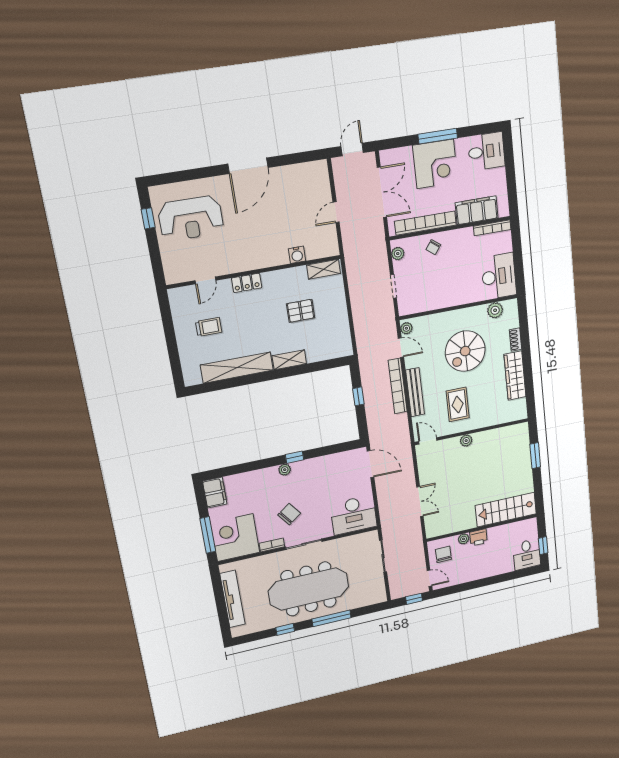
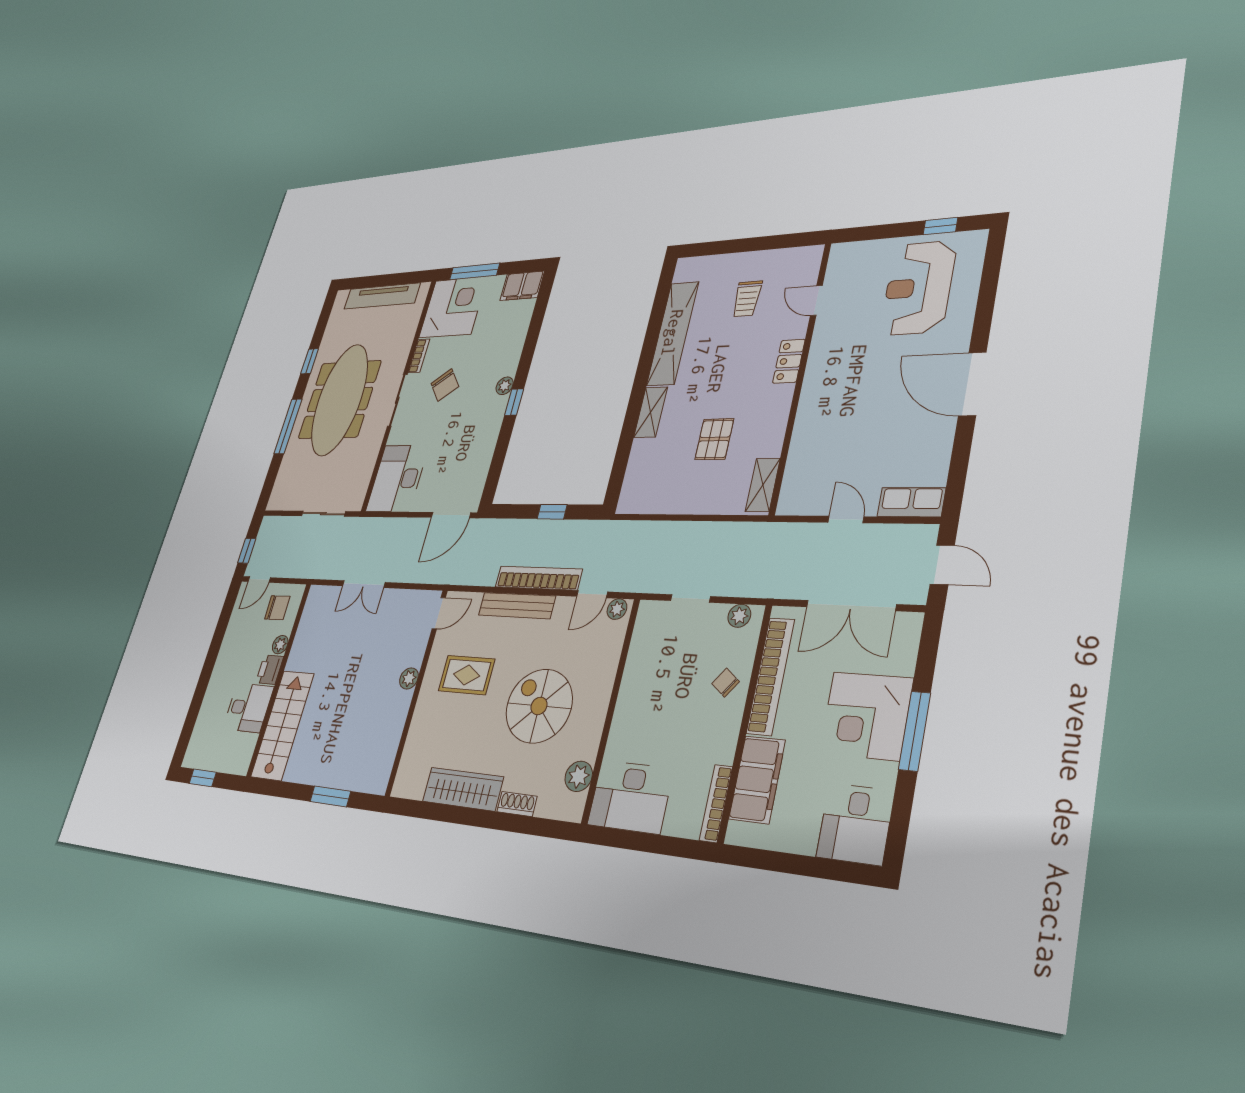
row of seats: (321, 178) -> (911, 502), added
water cooler: (297, 255) -> (802, 445), removed
desk: (527, 554) -> (248, 708), moved, turned 180

